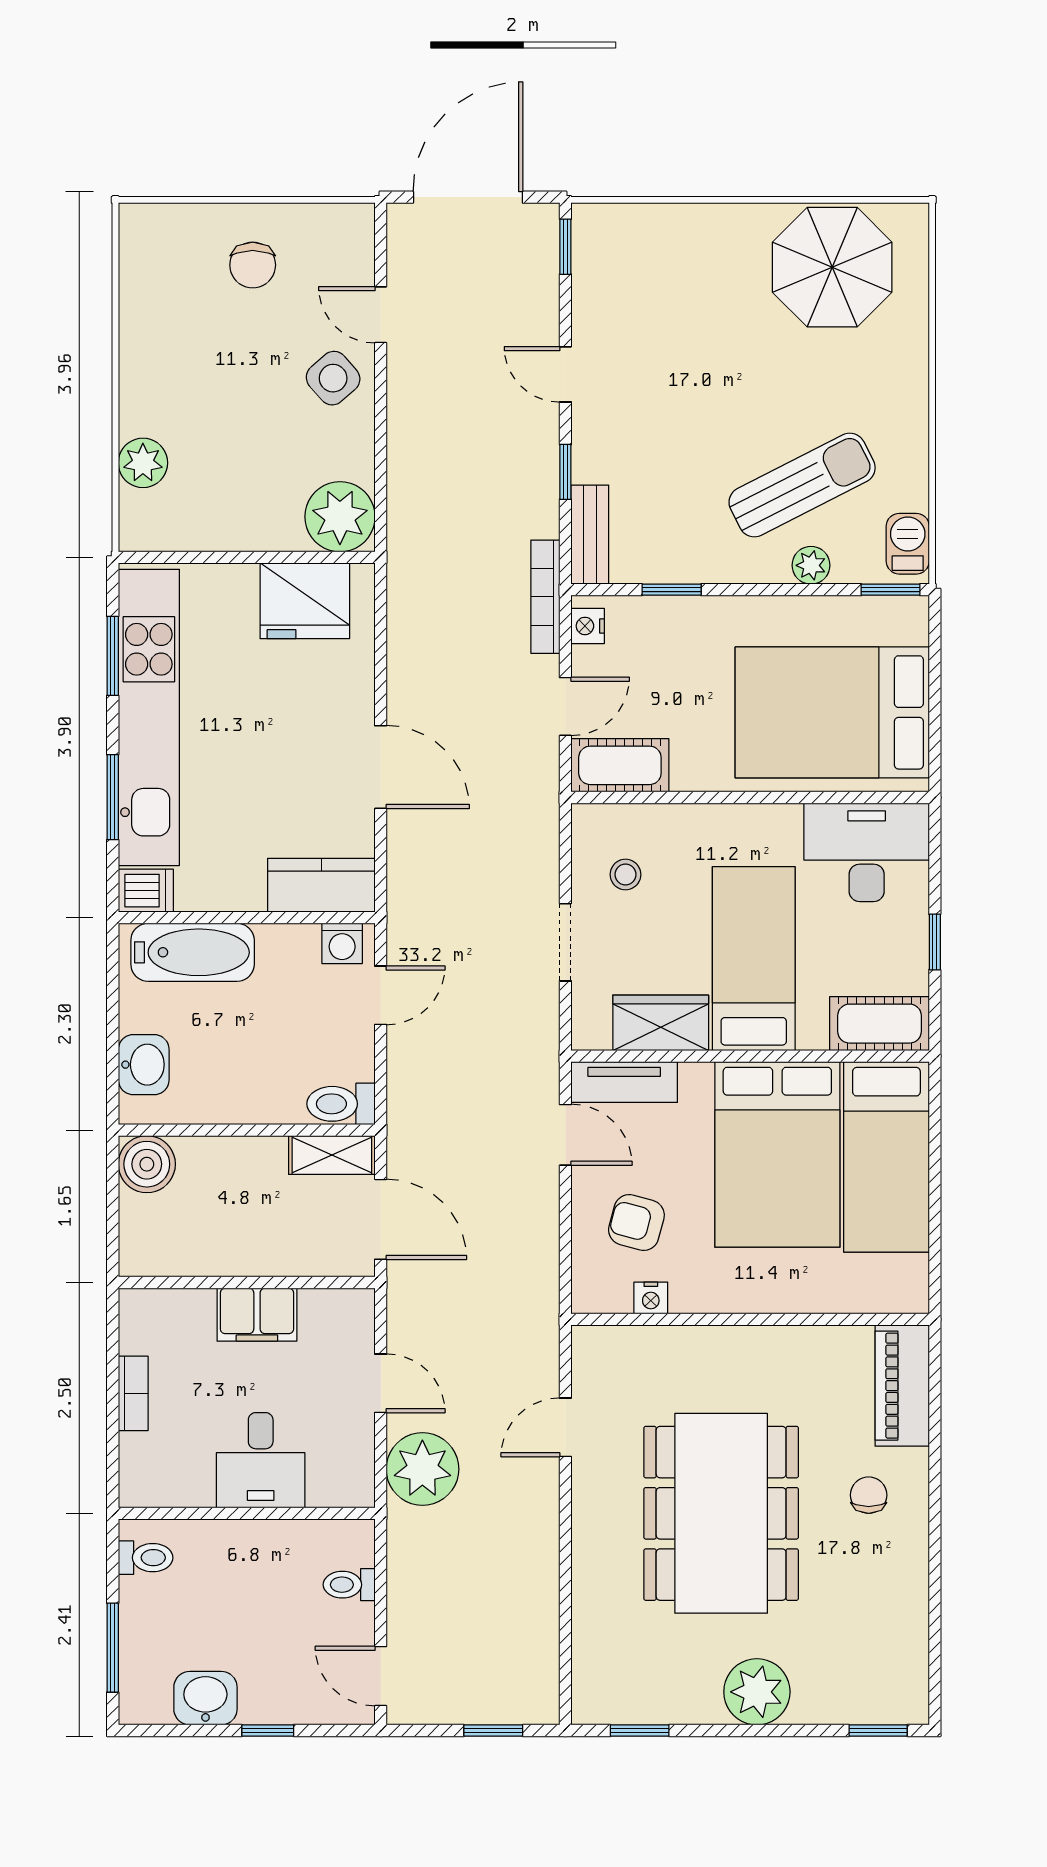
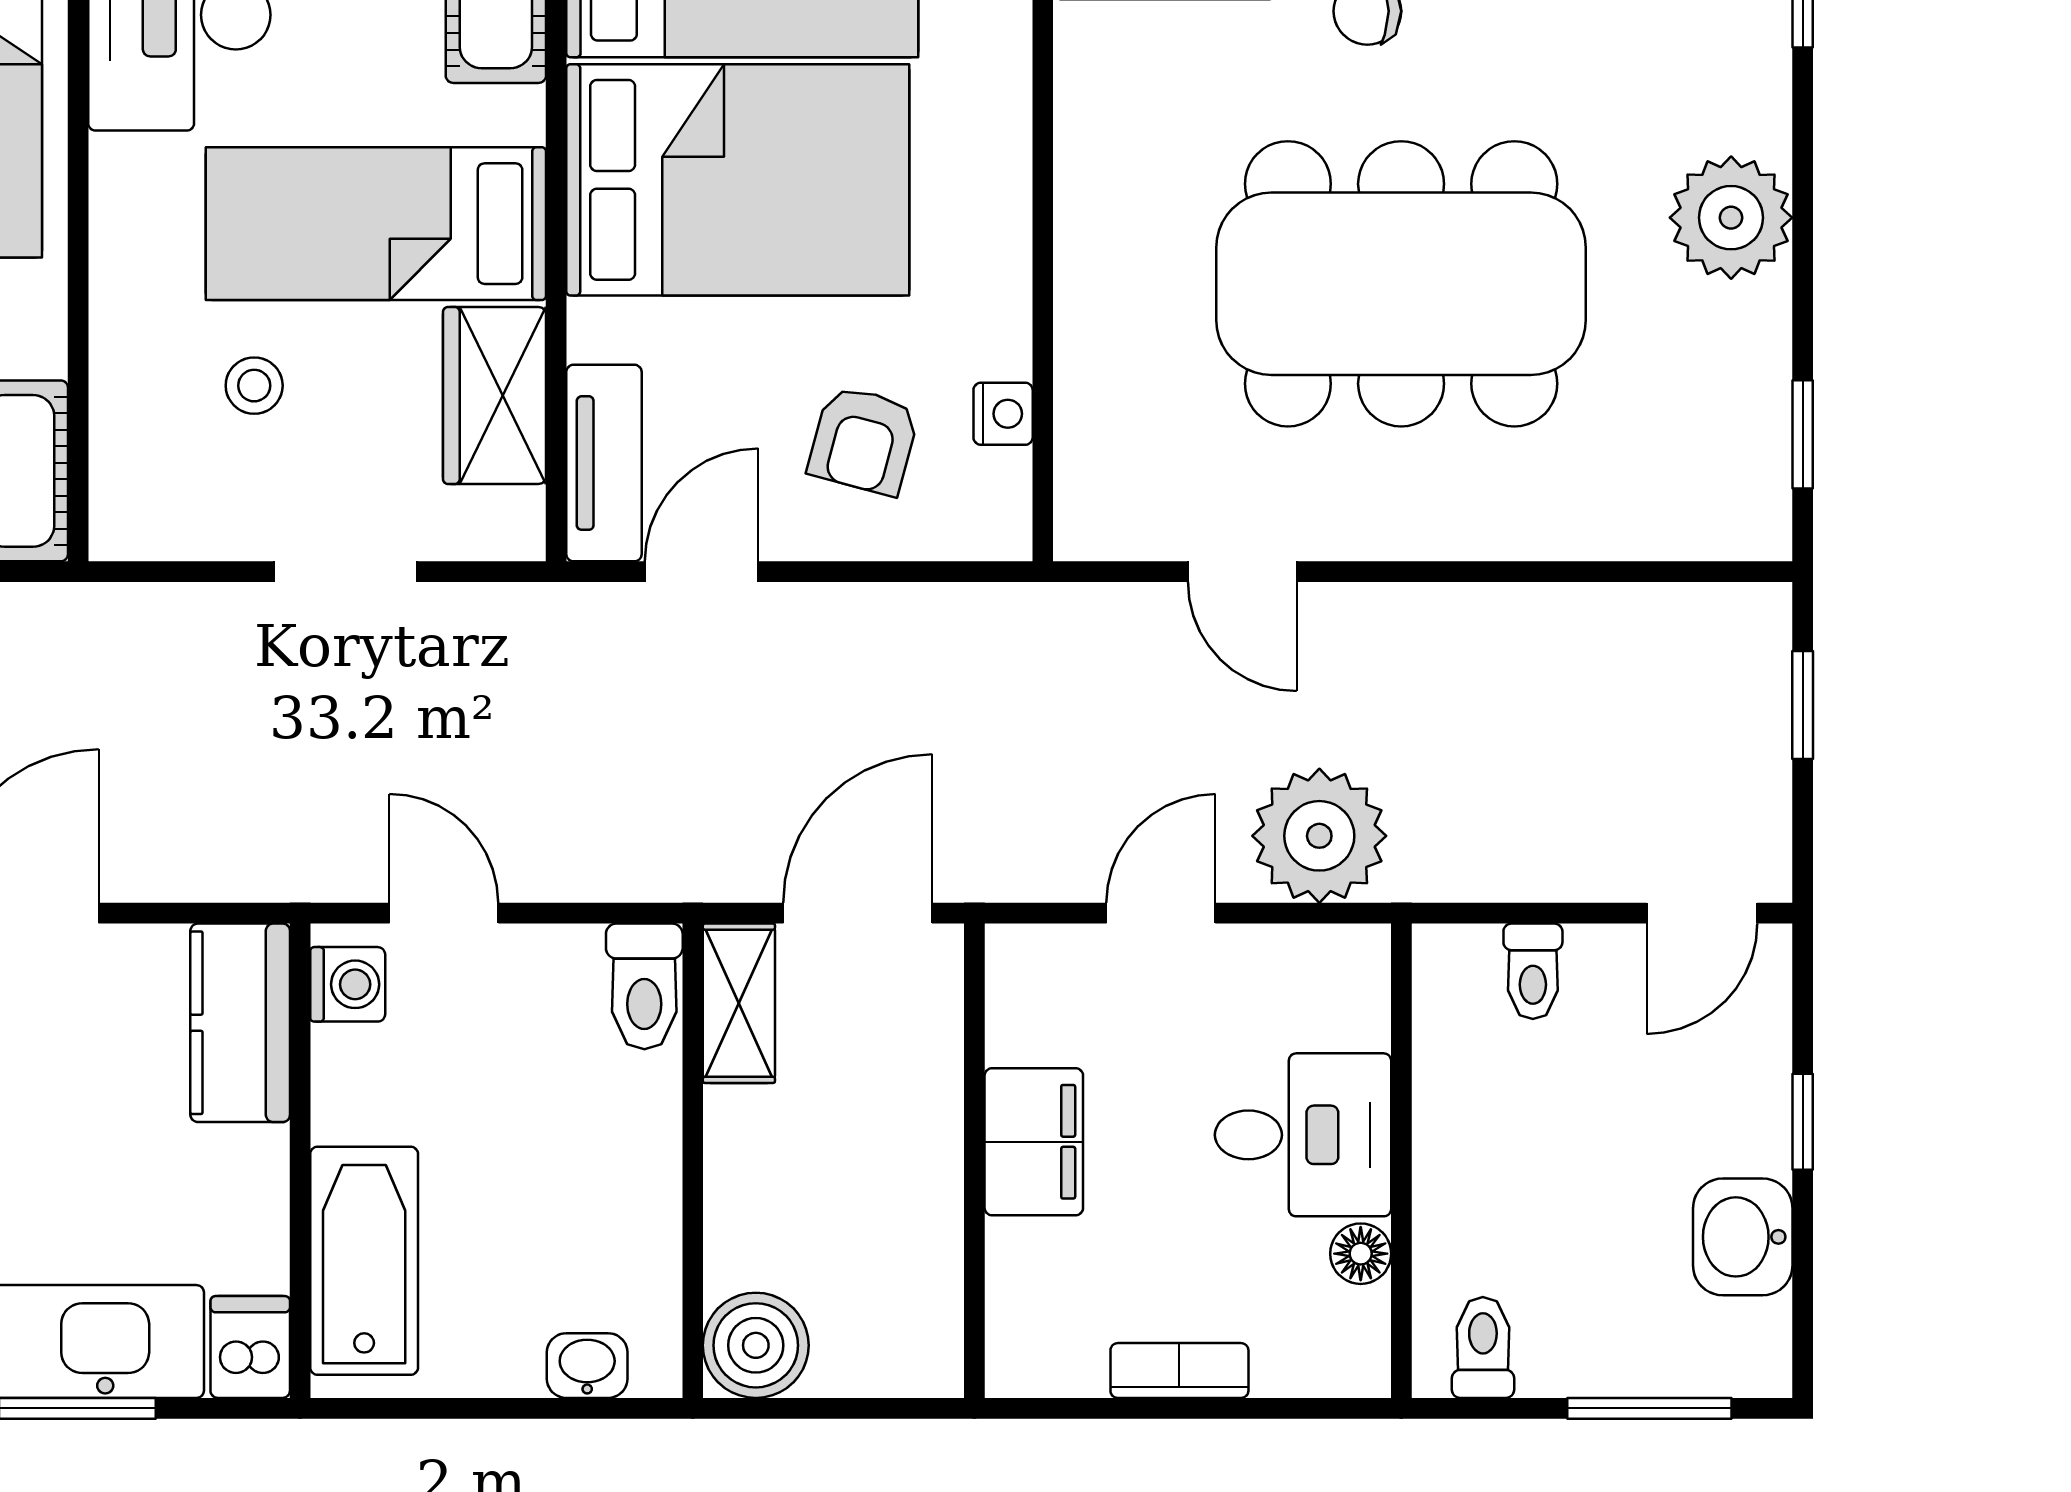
stool: (625, 875) -> (254, 386), moved
washbasin: (144, 1065) -> (587, 1366), width x0.72, depth x0.69
floor lamp: (196, 1491) -> (1361, 1254), added

